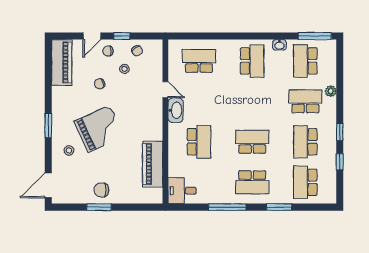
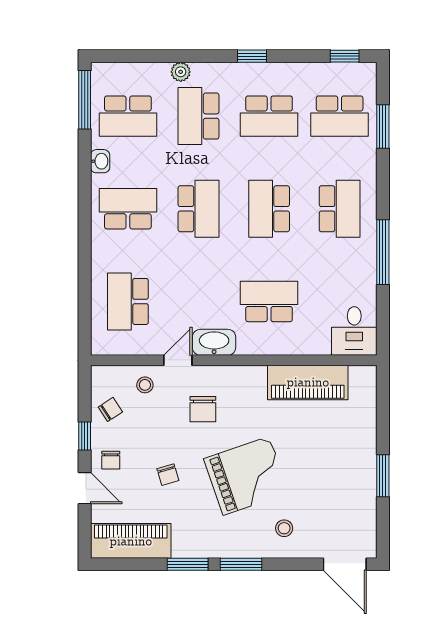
stool: (124, 69) -> (145, 385), moved
window: (48, 95) -> (188, 564), added
school desk: (252, 101) -> (198, 209), added
grand piano: (99, 129) -> (246, 476), turned 96
window: (340, 162) -> (345, 56), moved
chair: (101, 190) -> (203, 409), moved
window: (279, 207) -> (383, 127), moved

